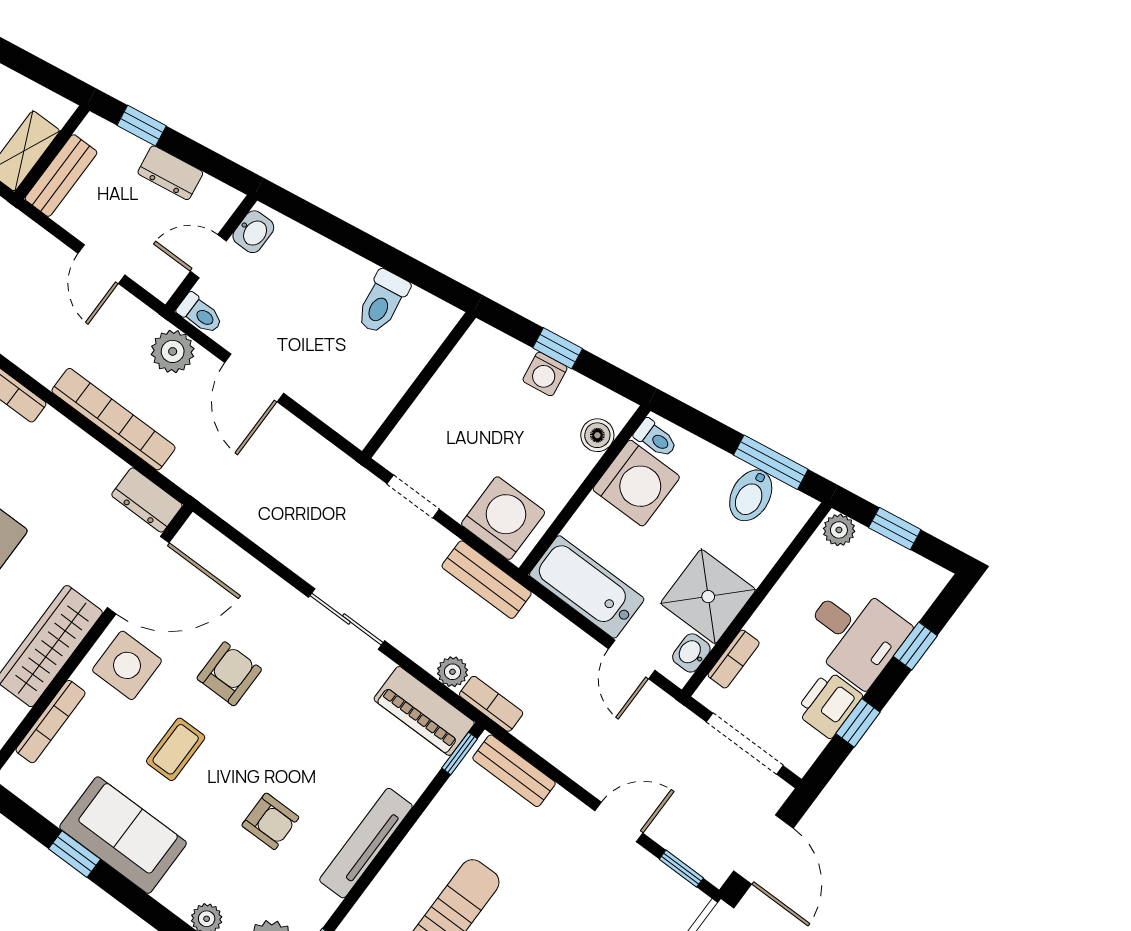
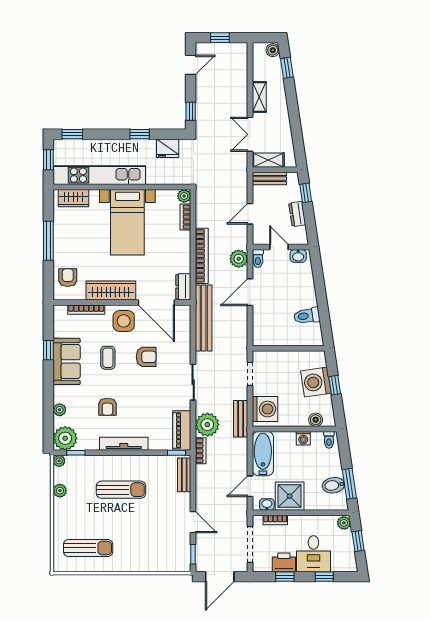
washing machine: (545, 374) -> (316, 382), width x1.89, depth x1.89
washing machine: (636, 483) -> (303, 438), width x0.53, depth x0.53
bench: (237, 505) -> (204, 318), added
plant: (452, 672) -> (207, 425), width x1.88, depth x1.88
coffee table: (176, 749) -> (108, 358), turned 90

